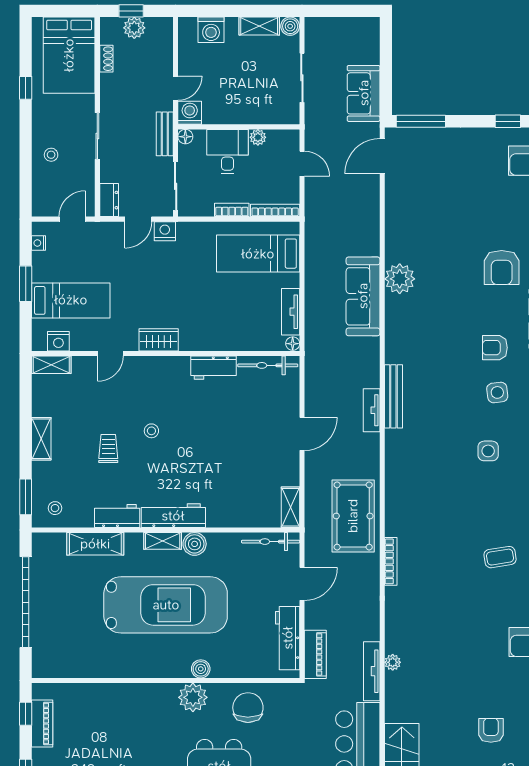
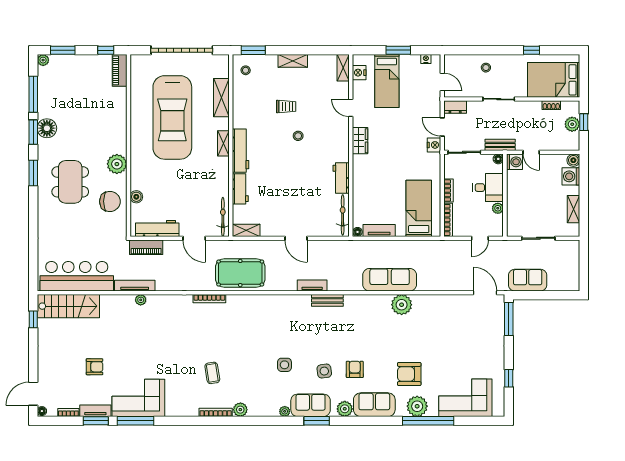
boiler: (290, 26) -> (573, 160), moved
bench: (393, 396) -> (327, 300), width x0.73
workbench: (117, 516) -> (240, 189), moved
boiler: (195, 544) -> (221, 165), removed
car: (166, 605) -> (172, 117), moved
boiler: (201, 669) -> (136, 197), moved
piano: (42, 723) -> (120, 70), moved, turned 90

